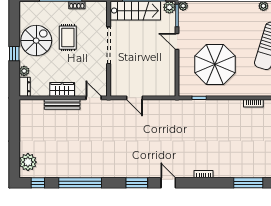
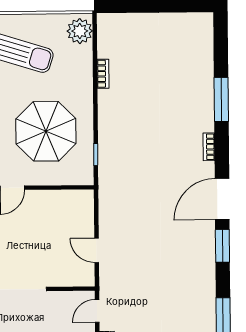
door: (134, 98) -> (97, 250), swing flipped
door: (168, 183) -> (222, 199), width x1.88
window: (248, 183) -> (221, 100), moved

